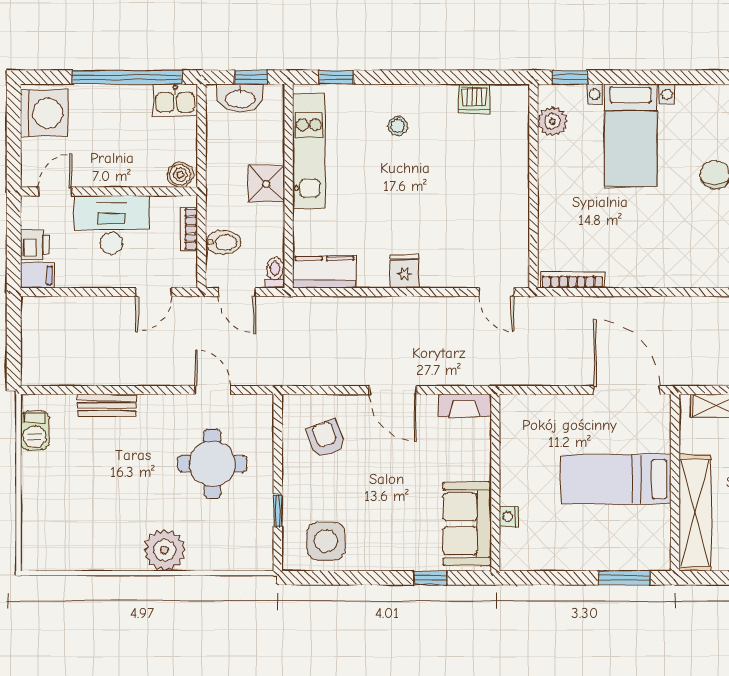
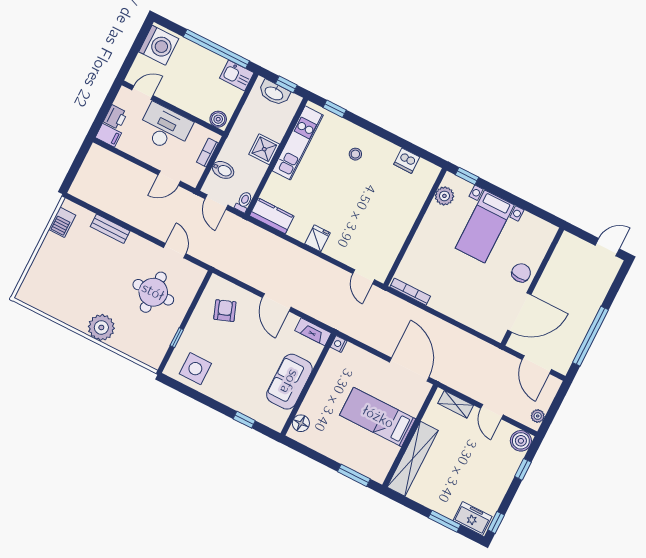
nightstand: (509, 517) -> (339, 344), moved
sofa: (467, 524) -> (289, 382), moved
floor lamp: (513, 543) -> (301, 423), added

